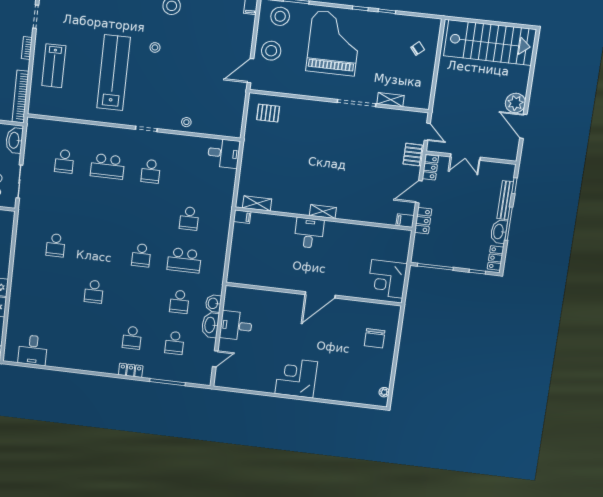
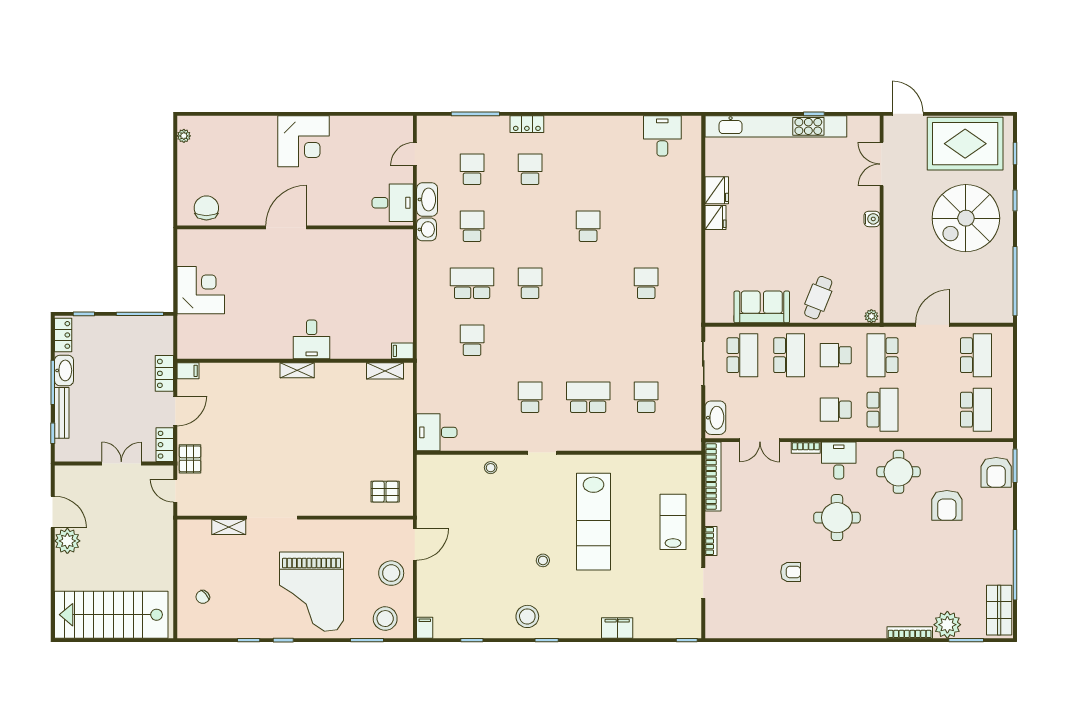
wall: (313, 294) -> (295, 227), moved
door: (320, 295) -> (286, 227), moved

